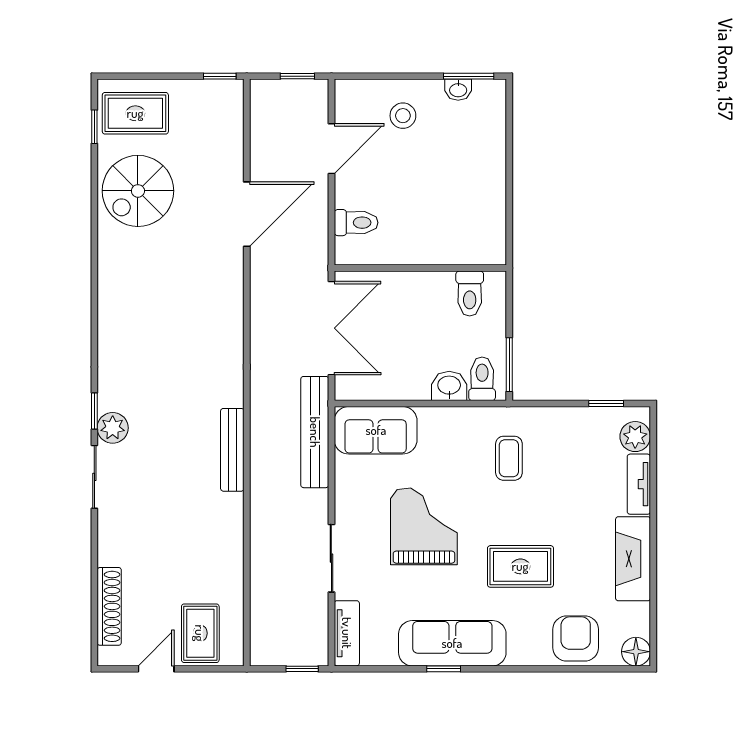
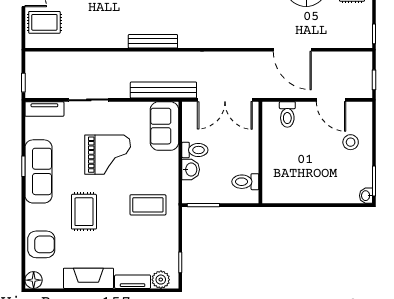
washbasin: (458, 90) -> (366, 196), moved
toilet: (482, 379) -> (195, 150), moved
coffee table: (509, 458) -> (148, 205), width x1.36, depth x1.30

